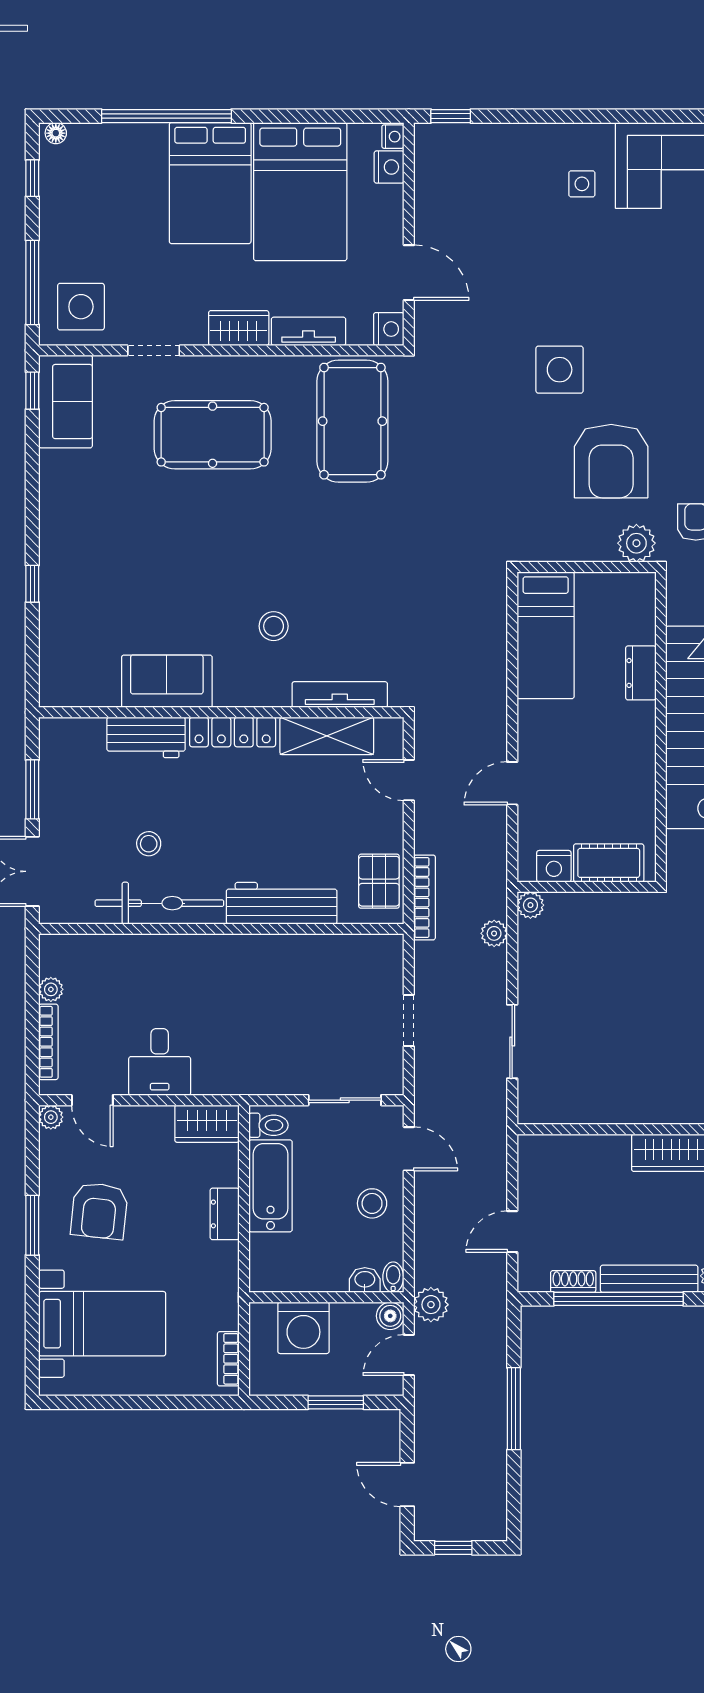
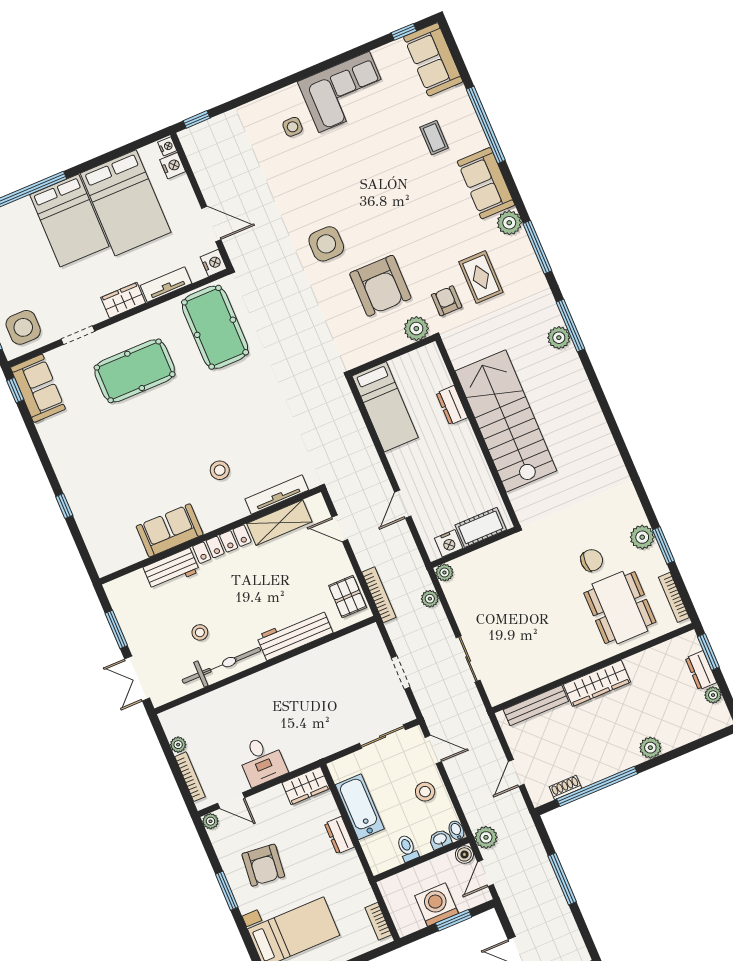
toilet: (268, 1125) -> (407, 848), moved, turned -90
bench: (649, 1279) -> (536, 705), moved
washing machine: (303, 1328) -> (437, 905), moved, turned 180

